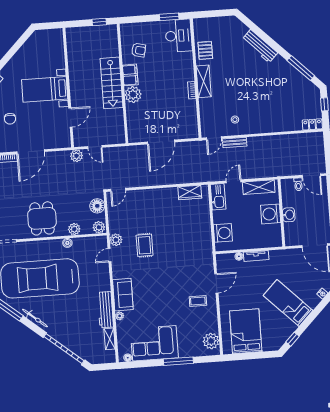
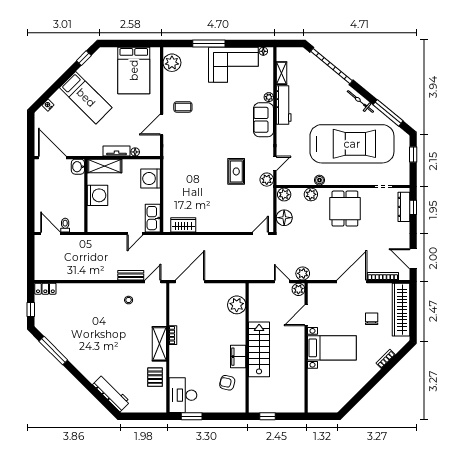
workbench: (260, 46) -> (111, 393), moved
plant: (133, 95) -> (237, 305), moved
plant: (79, 141) -> (298, 289), added
door: (161, 142) -> (190, 282), moved
shelving: (259, 187) -> (104, 166), moved
washbasin: (289, 215) -> (78, 167), moved

